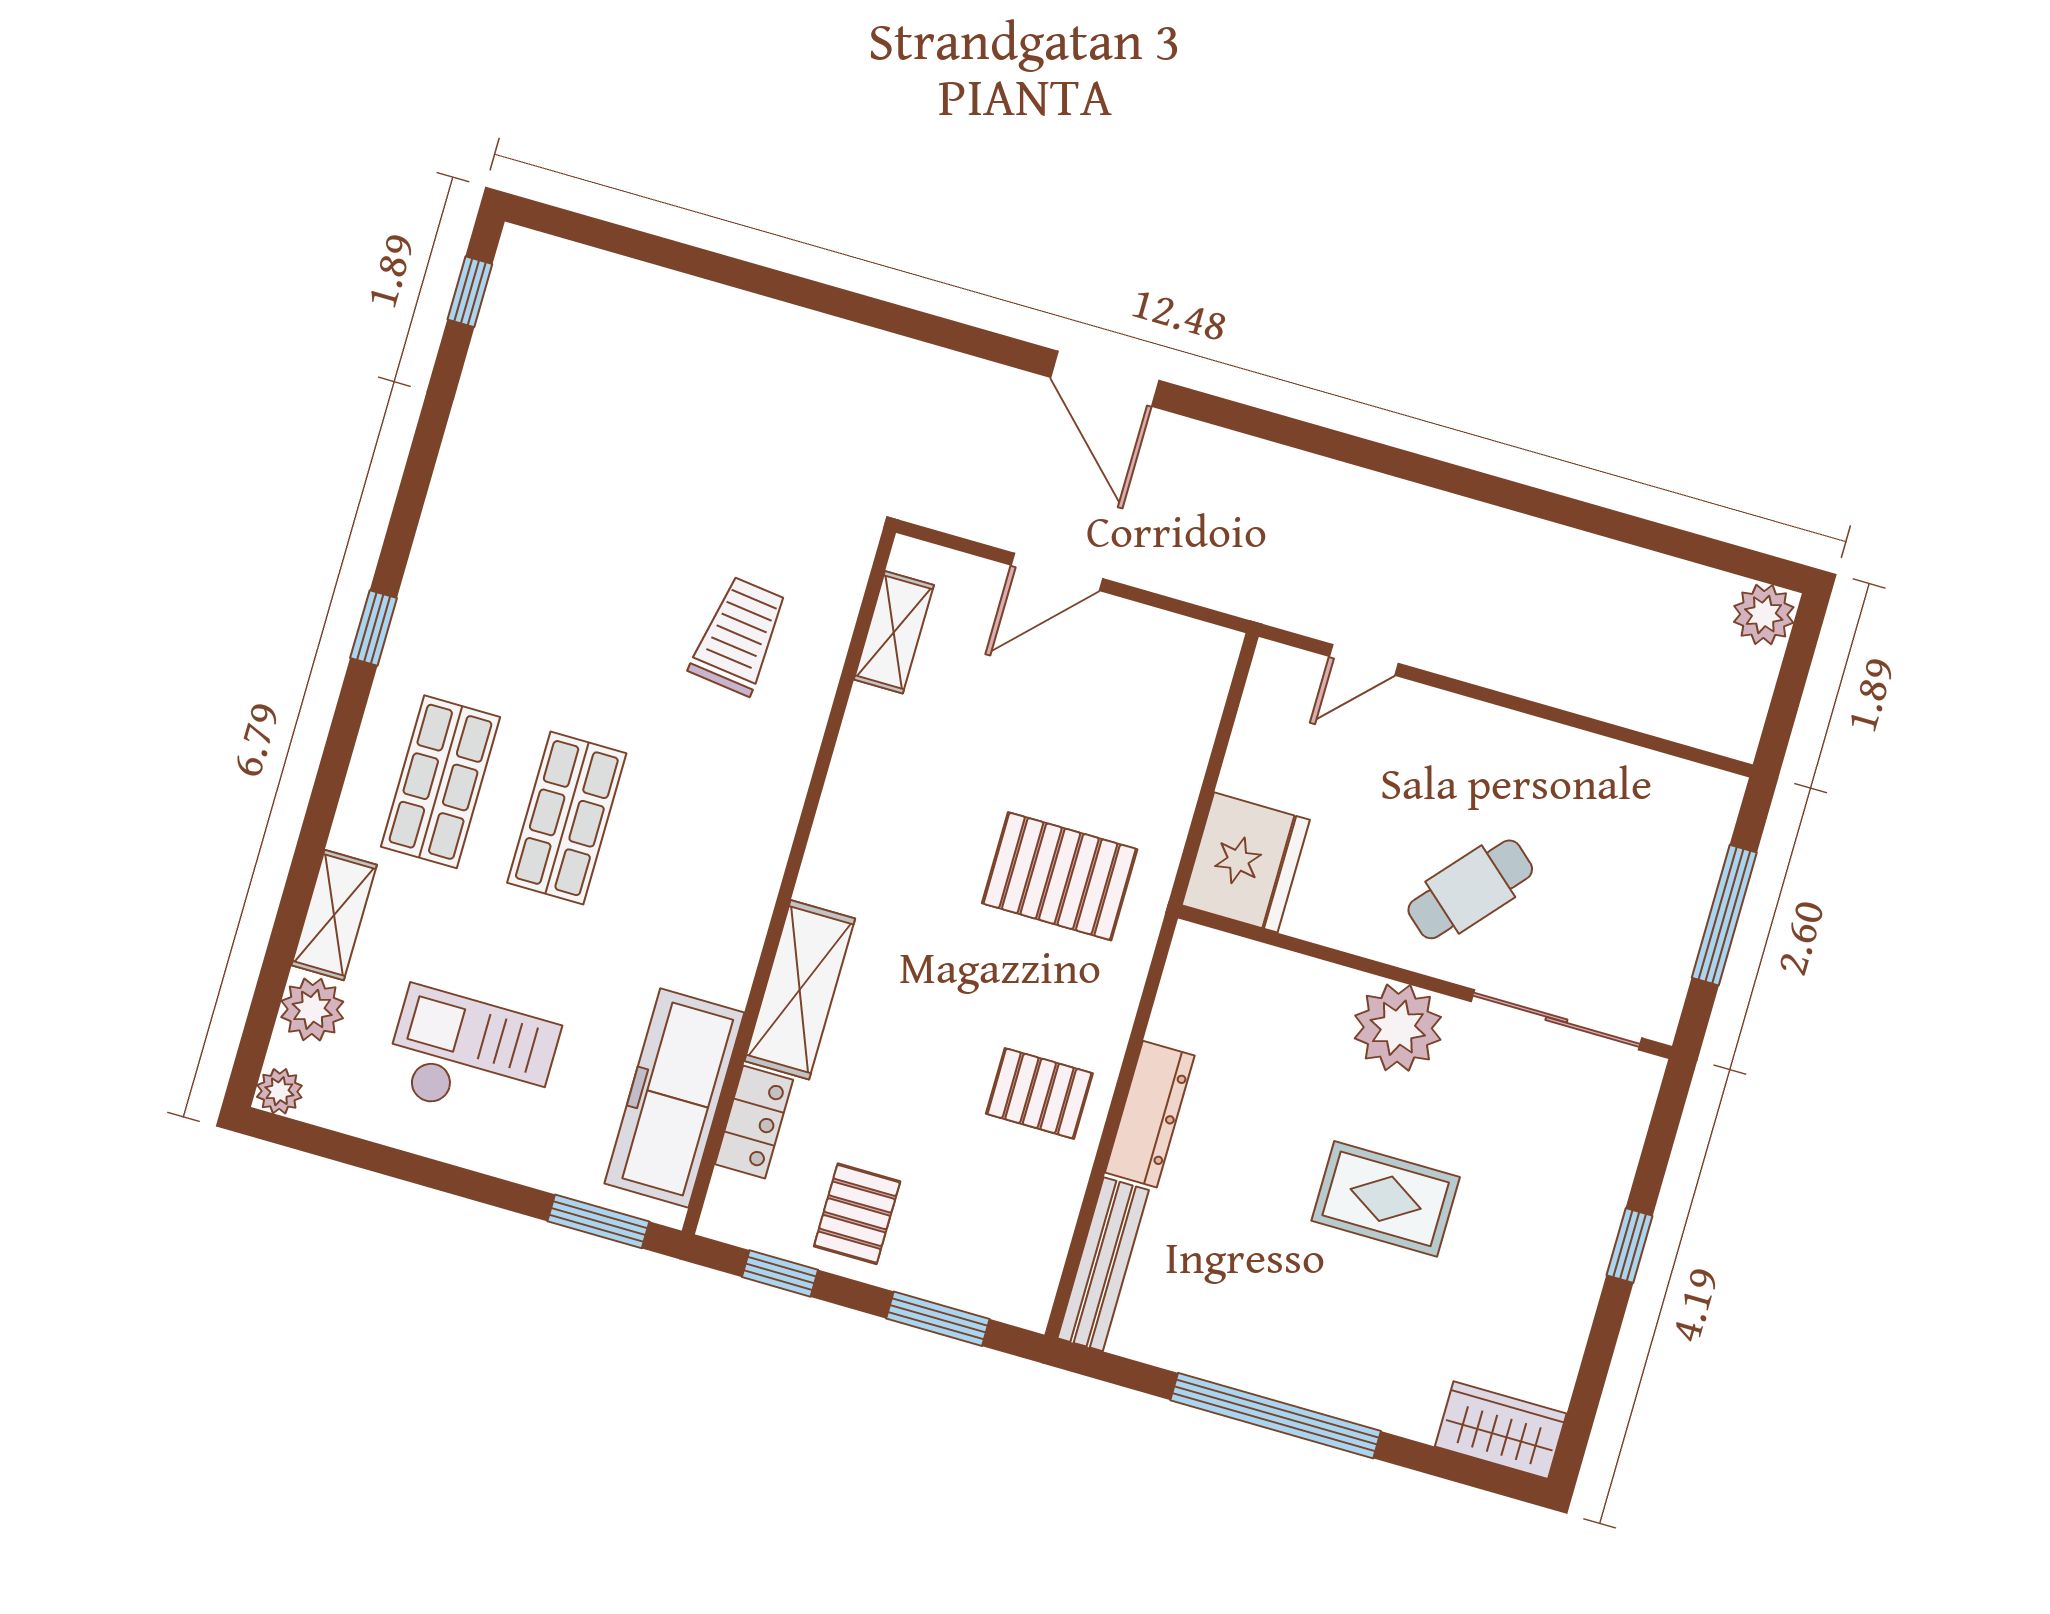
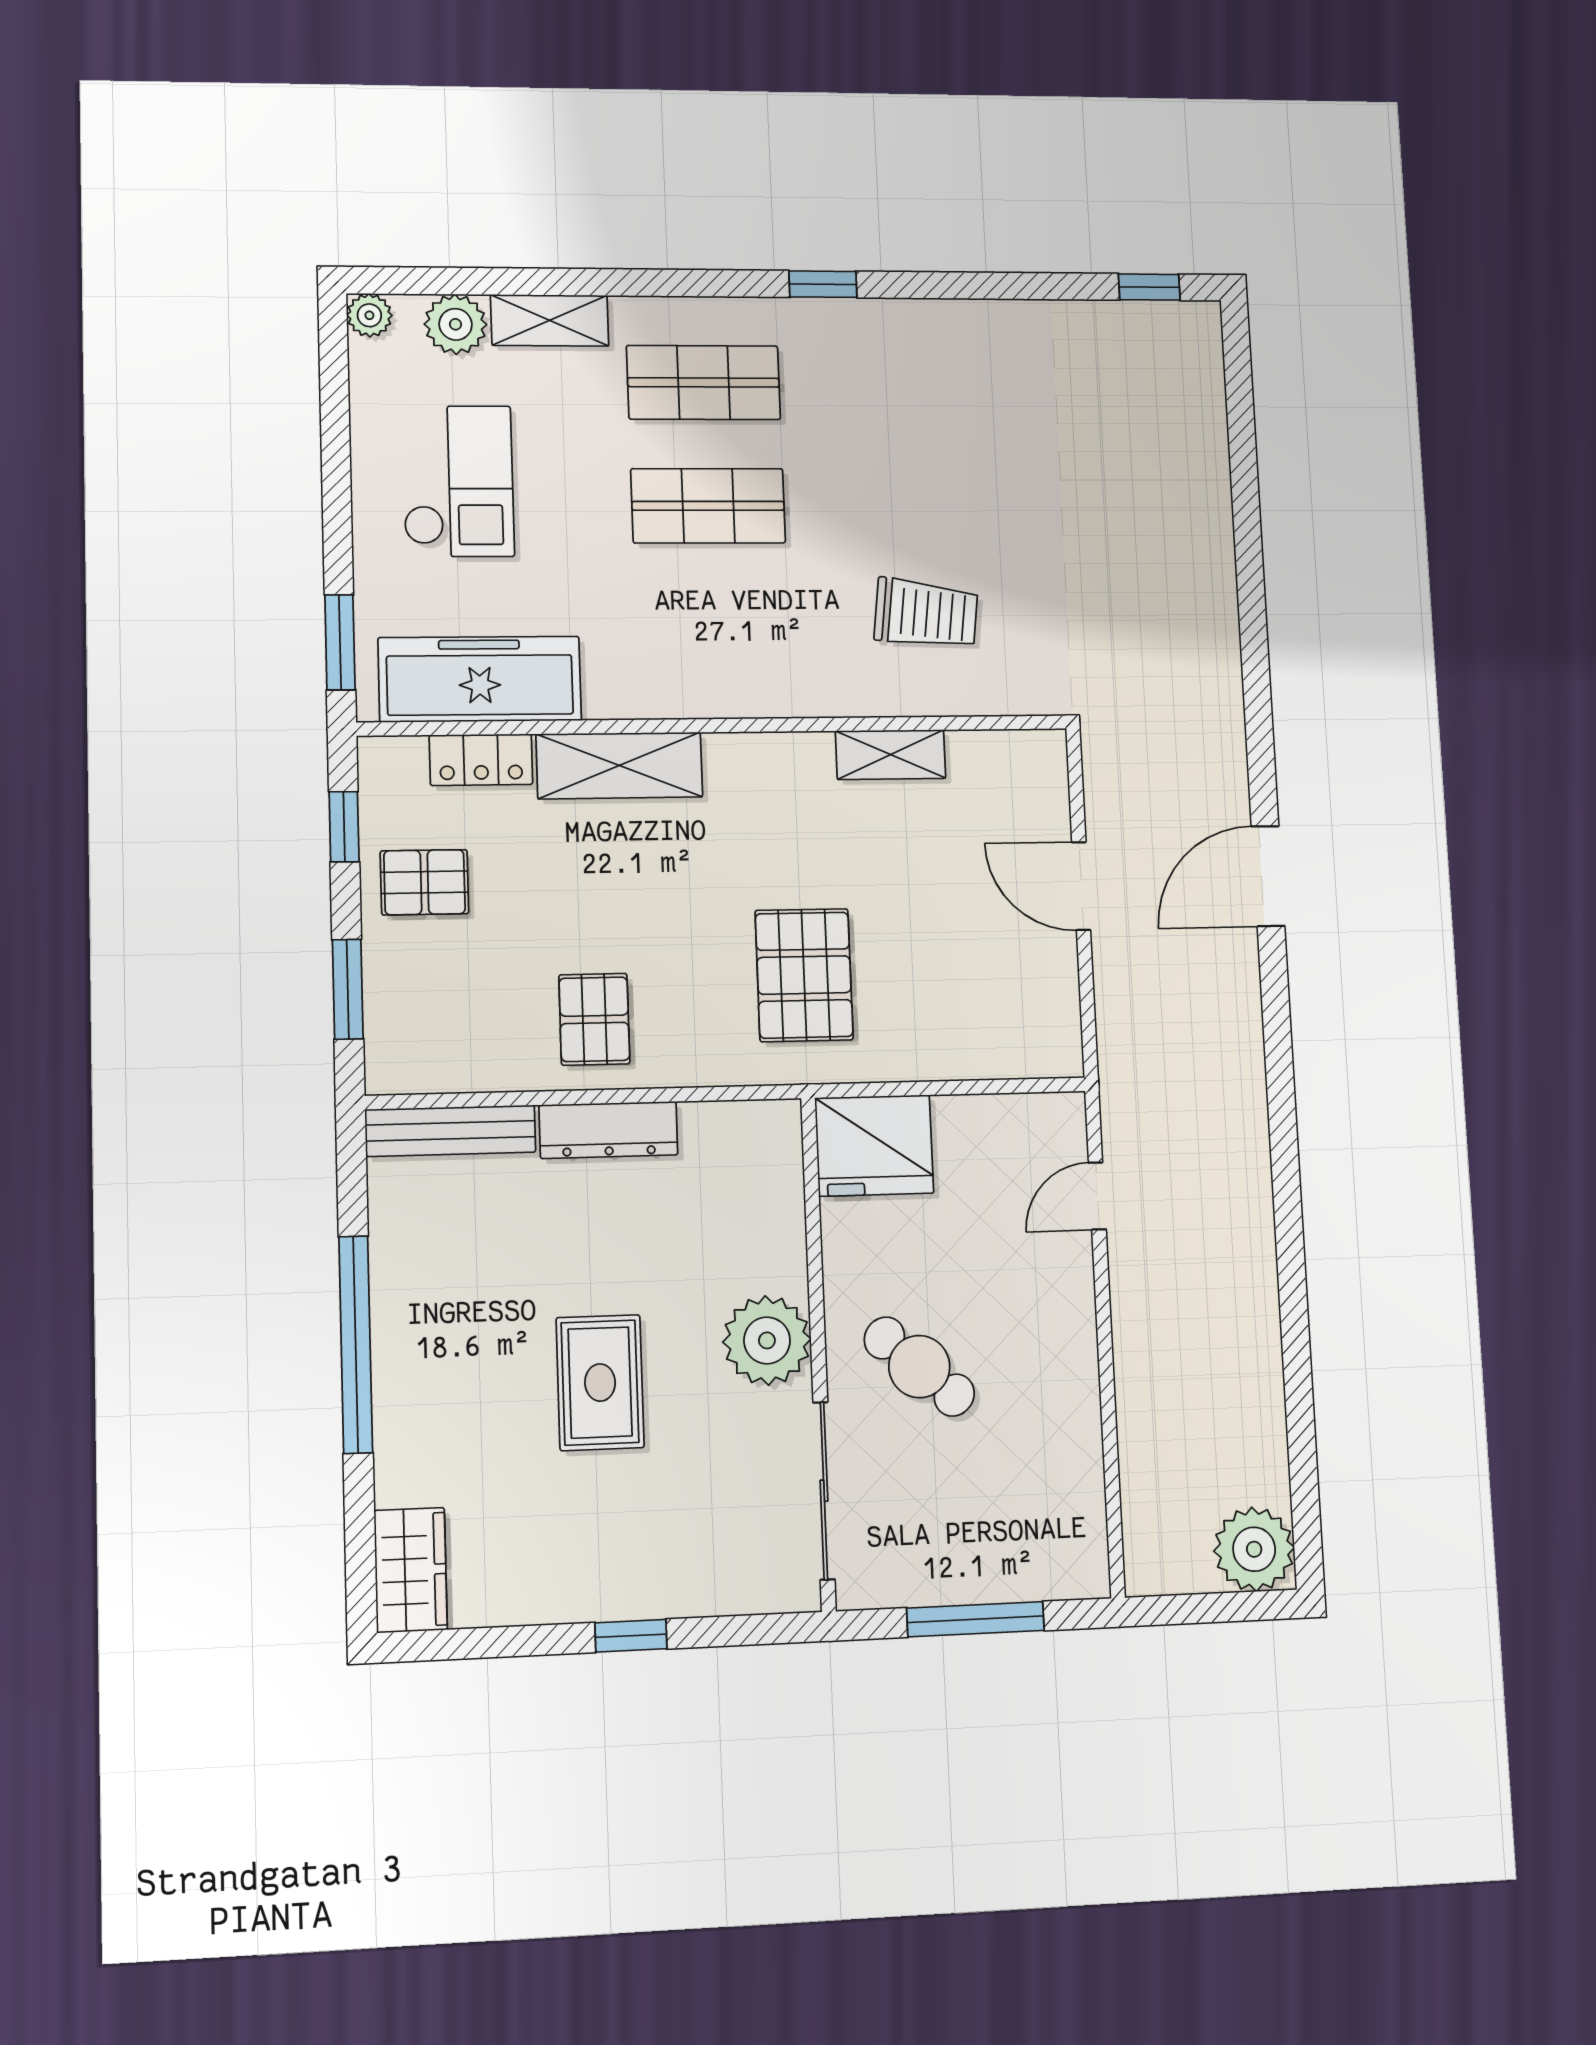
plant: (1764, 614) -> (1254, 1549), width x1.36, depth x1.36
shelving: (894, 632) -> (891, 755), moved
door: (1364, 660) -> (1097, 1196), hinge flipped

